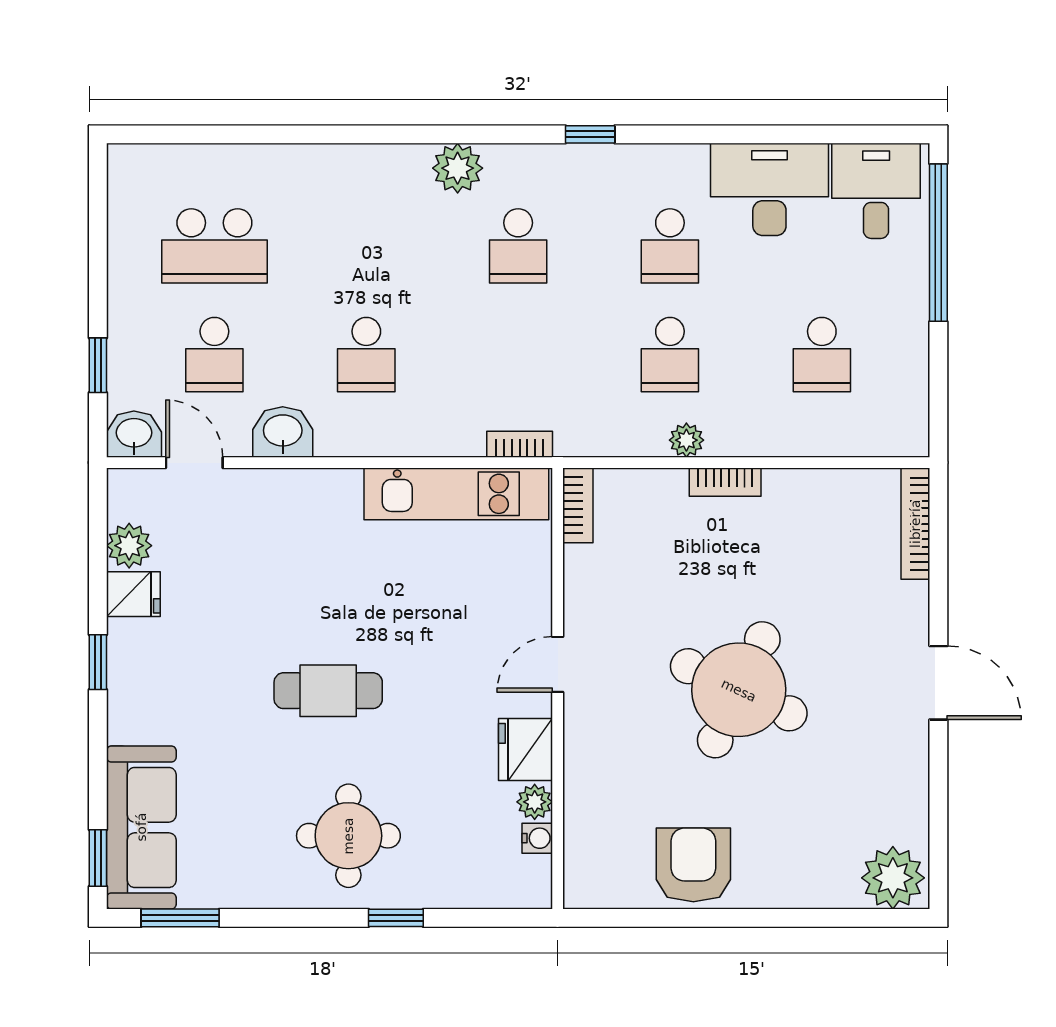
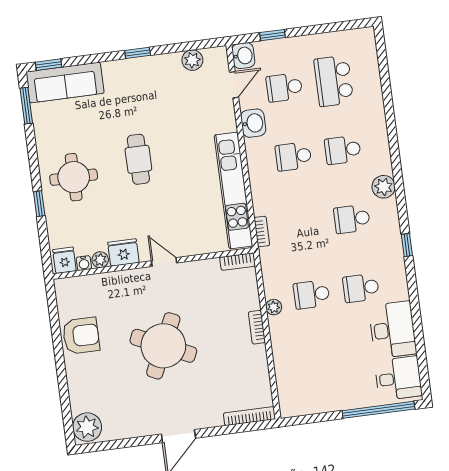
school desk: (822, 355) -> (343, 150), moved
kitchen unit: (456, 494) -> (233, 190), width x1.36
fridge: (133, 594) -> (64, 260), moved, turned 180

